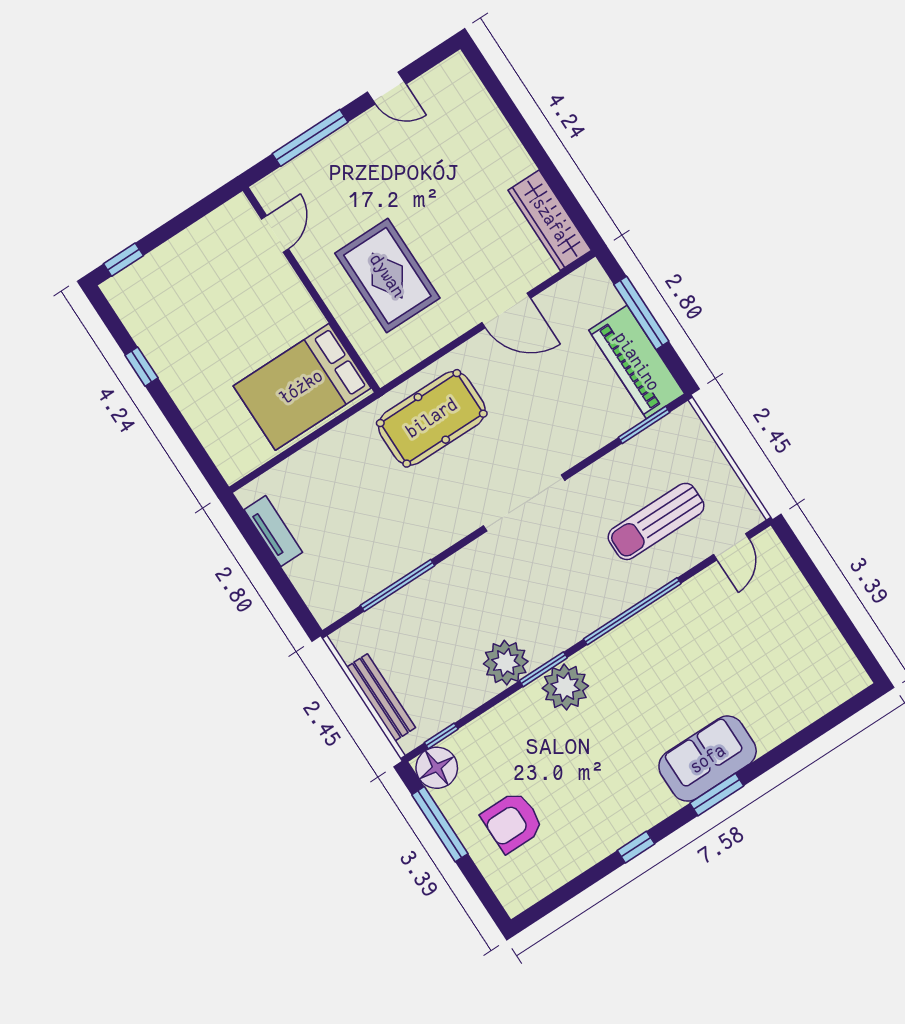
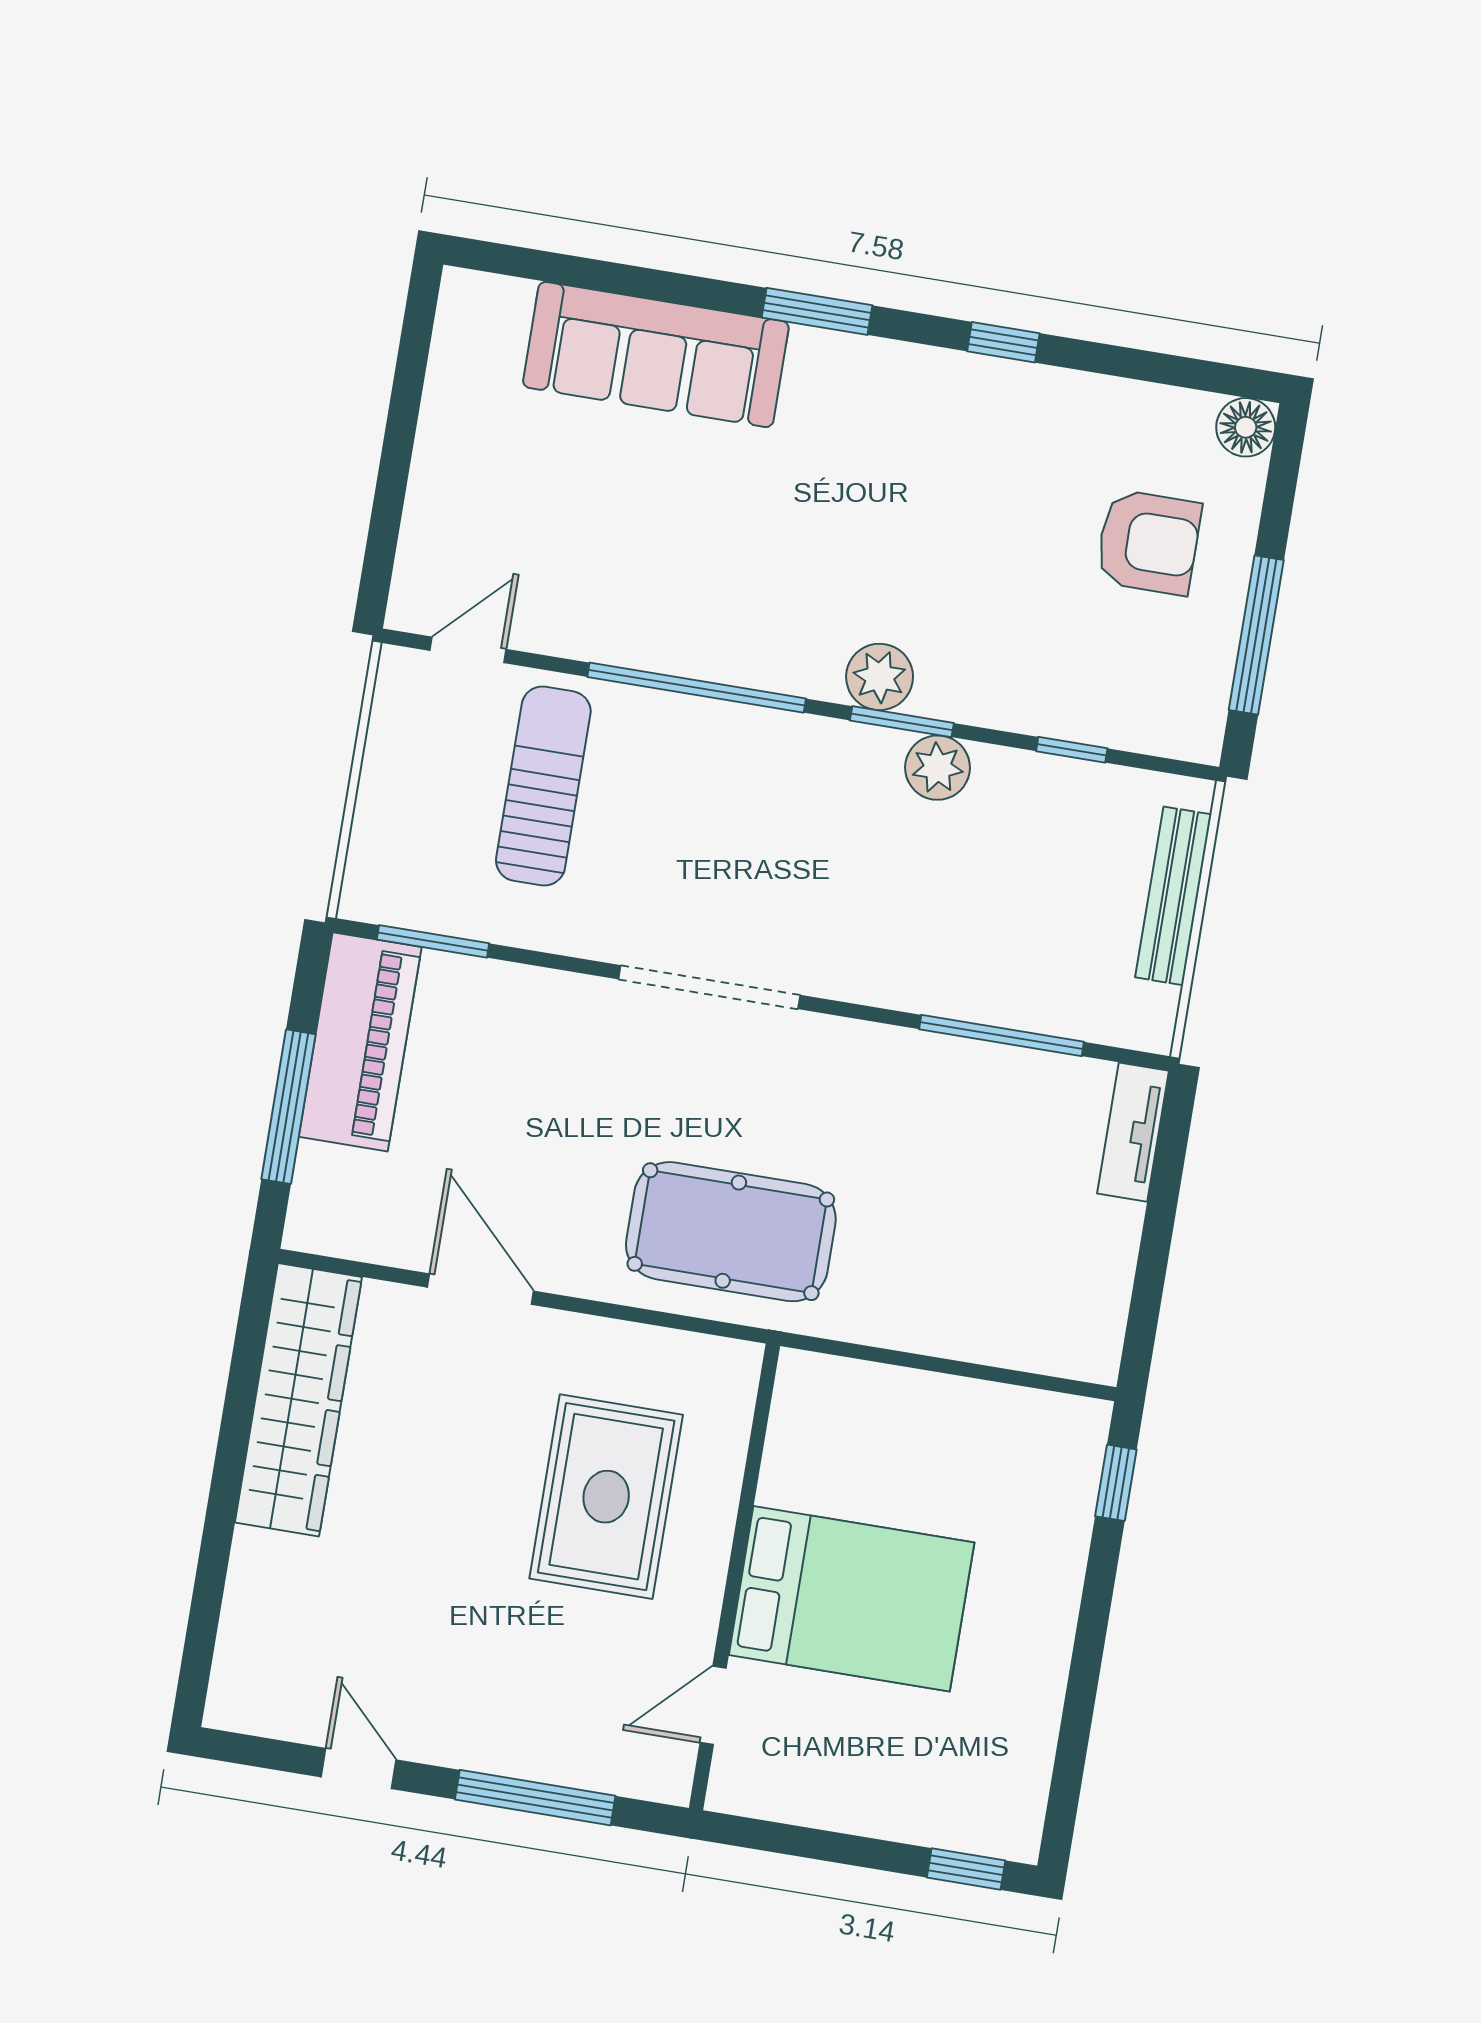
wardrobe: (550, 220) -> (298, 1400), width x1.40, depth x1.17
window: (141, 367) -> (1116, 1483), moved
bed: (302, 387) -> (852, 1599), moved
sun lounger: (656, 521) -> (543, 786), turned -90
tv unit: (273, 531) -> (1133, 1132), moved
plant: (506, 663) -> (938, 768), width x0.73, depth x0.73
plant: (565, 687) -> (880, 677), width x0.73, depth x0.73
window: (441, 736) -> (1072, 750), moved
sofa: (708, 759) -> (656, 354), moved, width x1.36
floor lamp: (437, 768) -> (1246, 427), moved, width x0.73, depth x0.73

